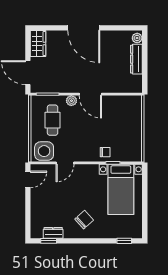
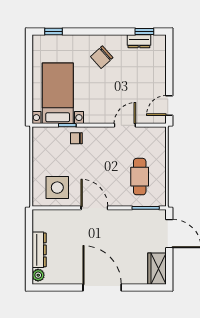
plant: (71, 101) -> (117, 200), removed
side table: (44, 151) -> (57, 188), moved

